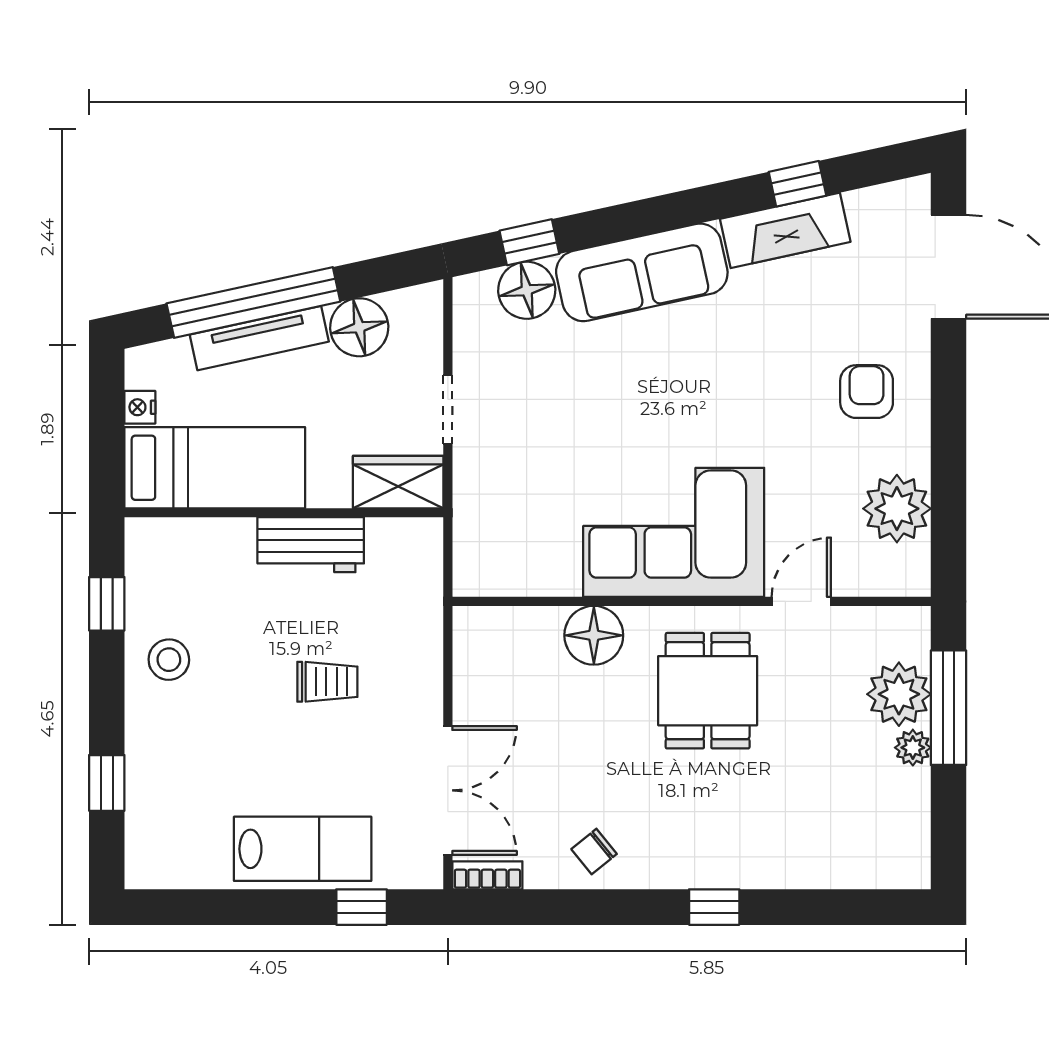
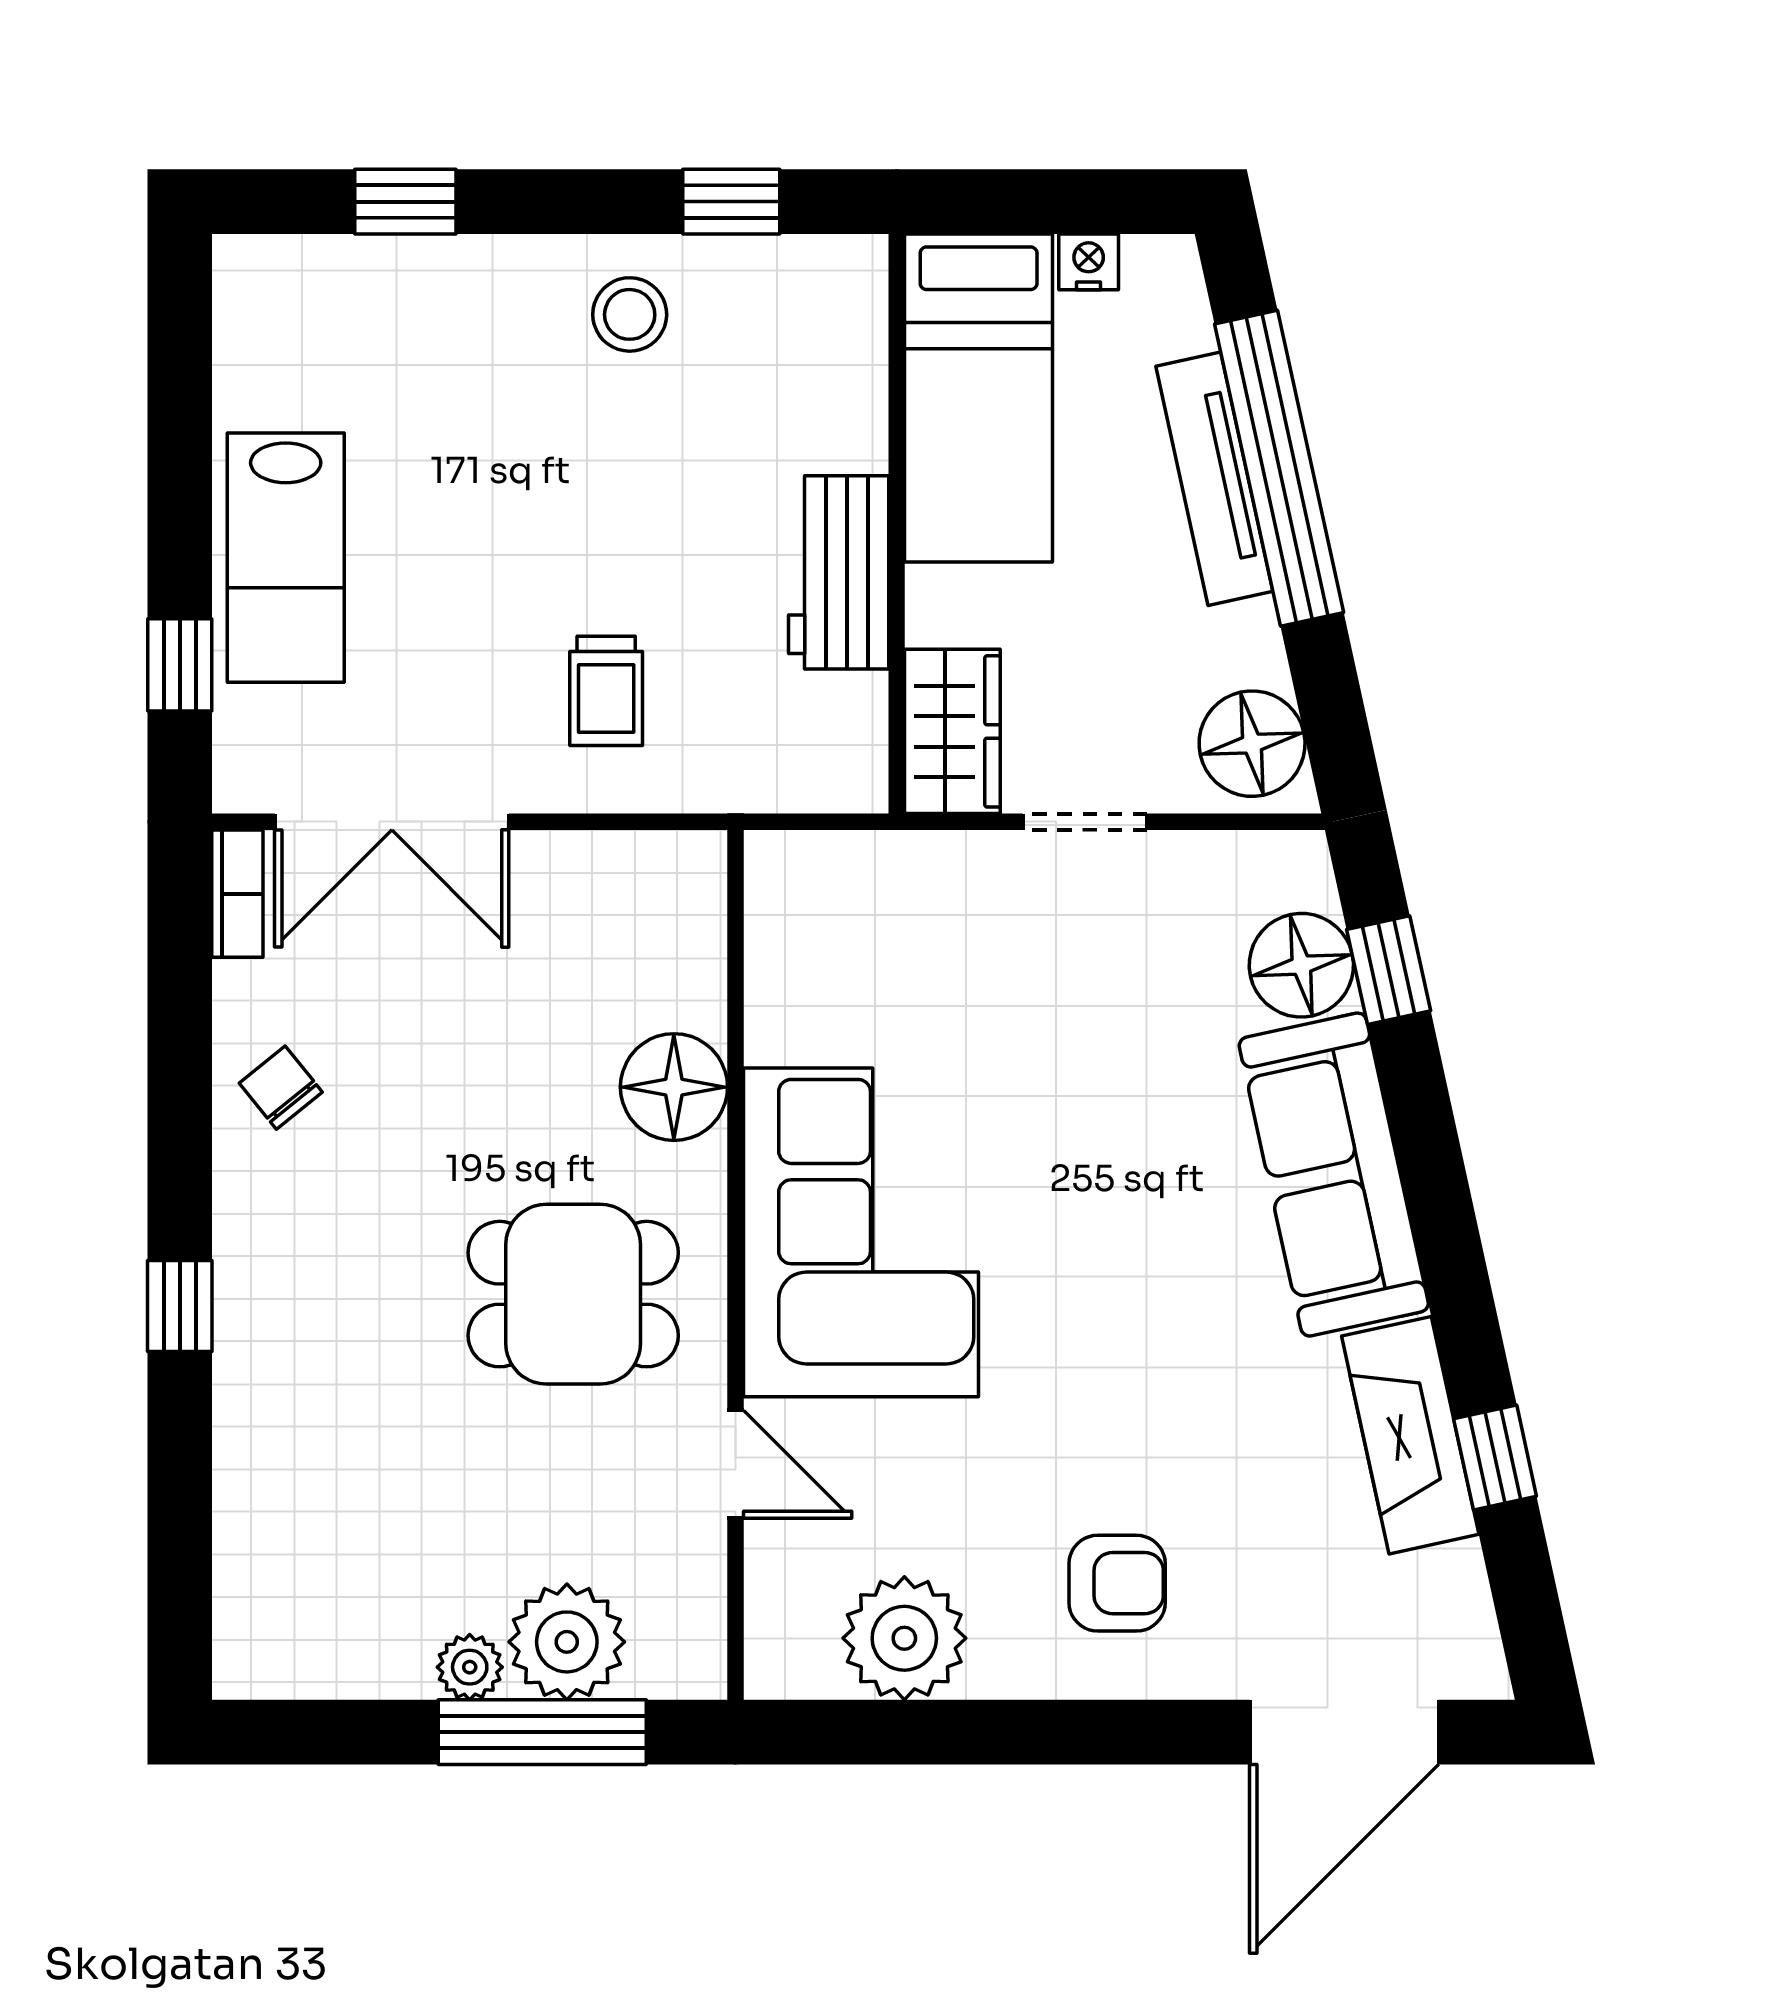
floor lamp: (359, 327) -> (1252, 744), moved
trolley: (327, 682) -> (606, 691), moved

